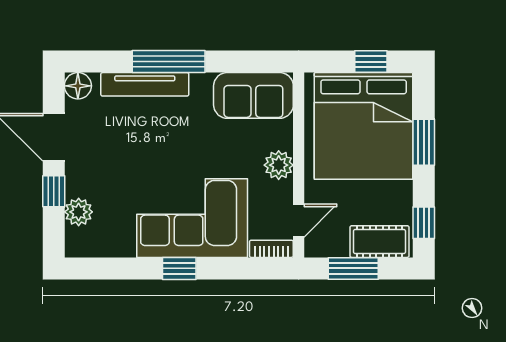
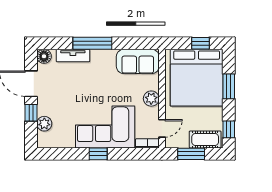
tv unit: (145, 84) -> (73, 55), width x0.71

